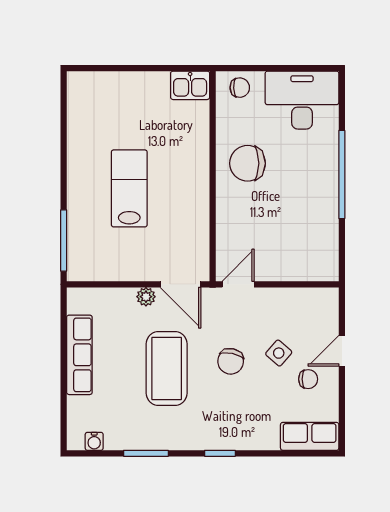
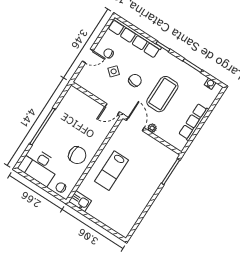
lab bench: (129, 188) -> (112, 171), moved
row of seats: (310, 436) -> (135, 38), width x2.02

